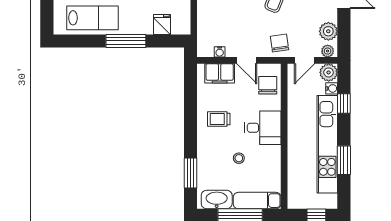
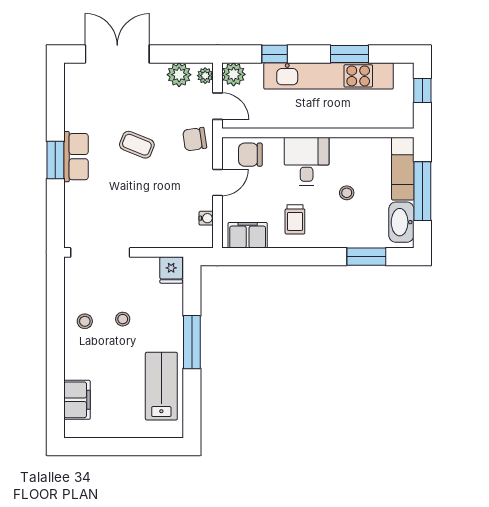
fridge: (162, 24) -> (171, 270), moved, turned -90
filing cabinet: (220, 73) -> (248, 235), moved, turned -90
water cooler: (332, 88) -> (255, 70), removed

